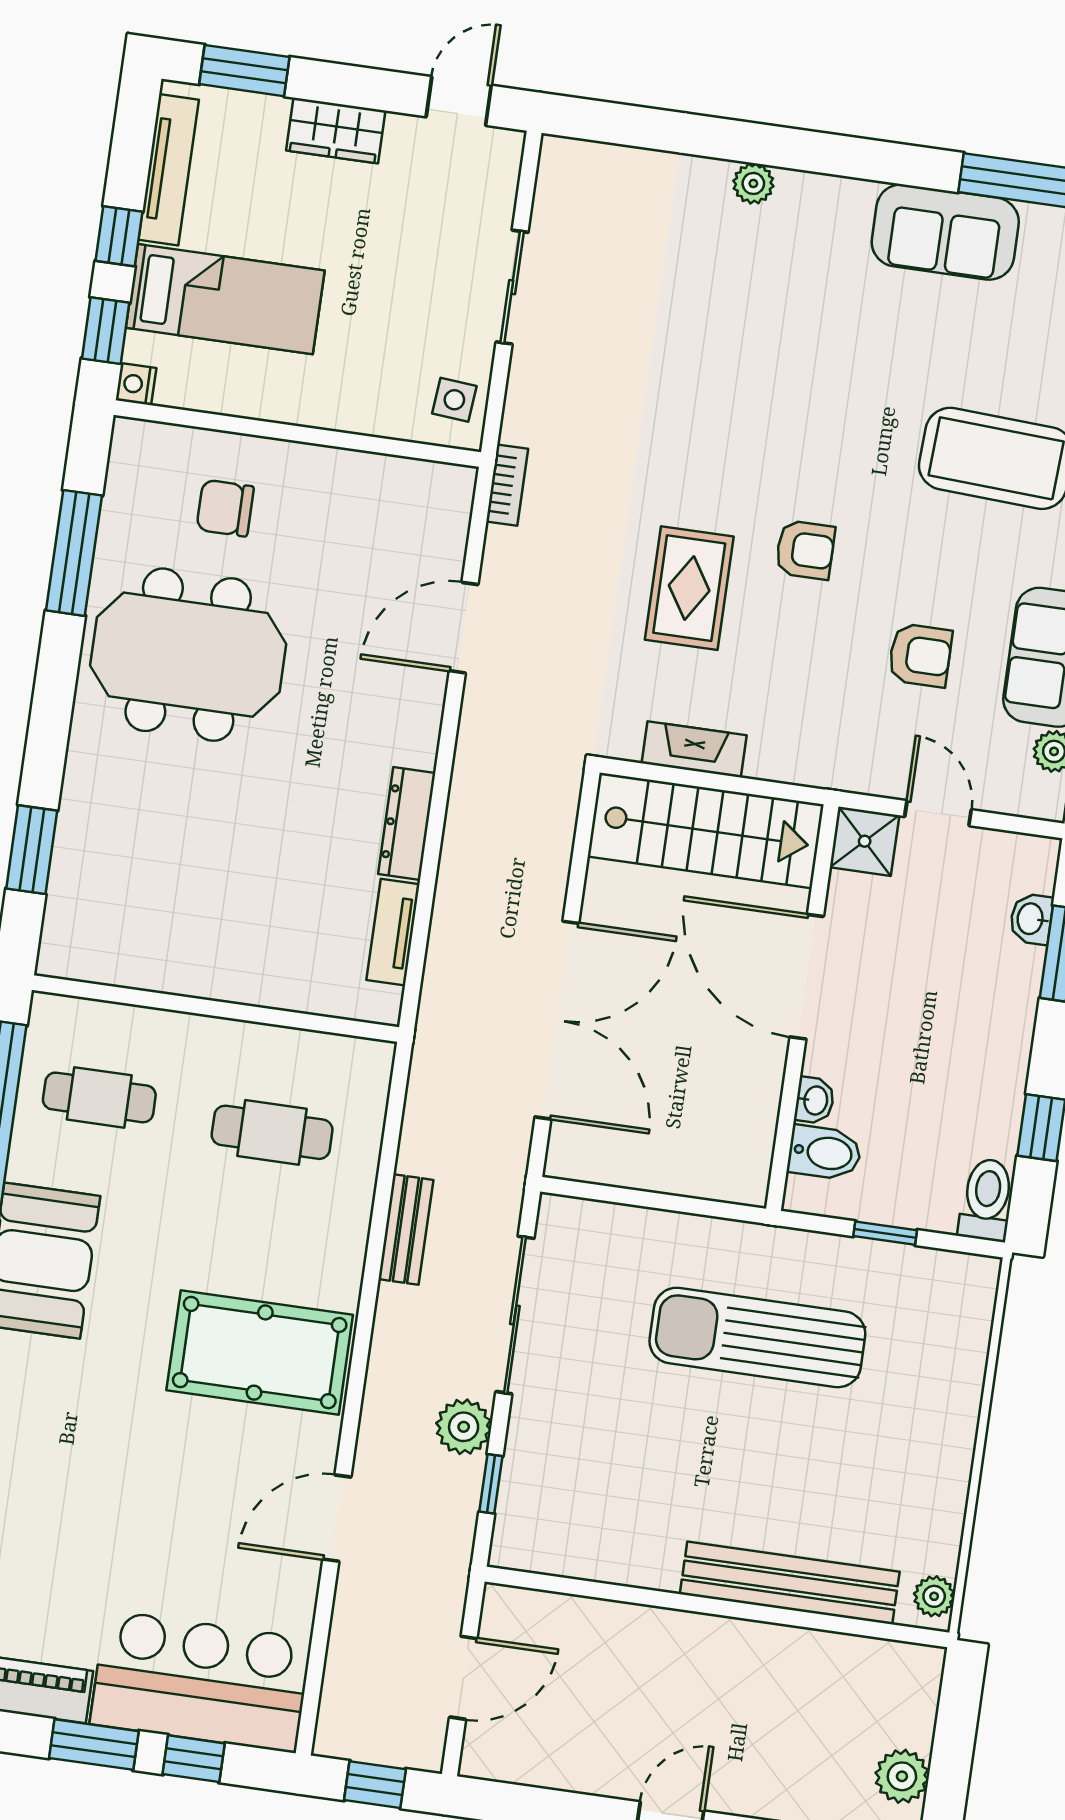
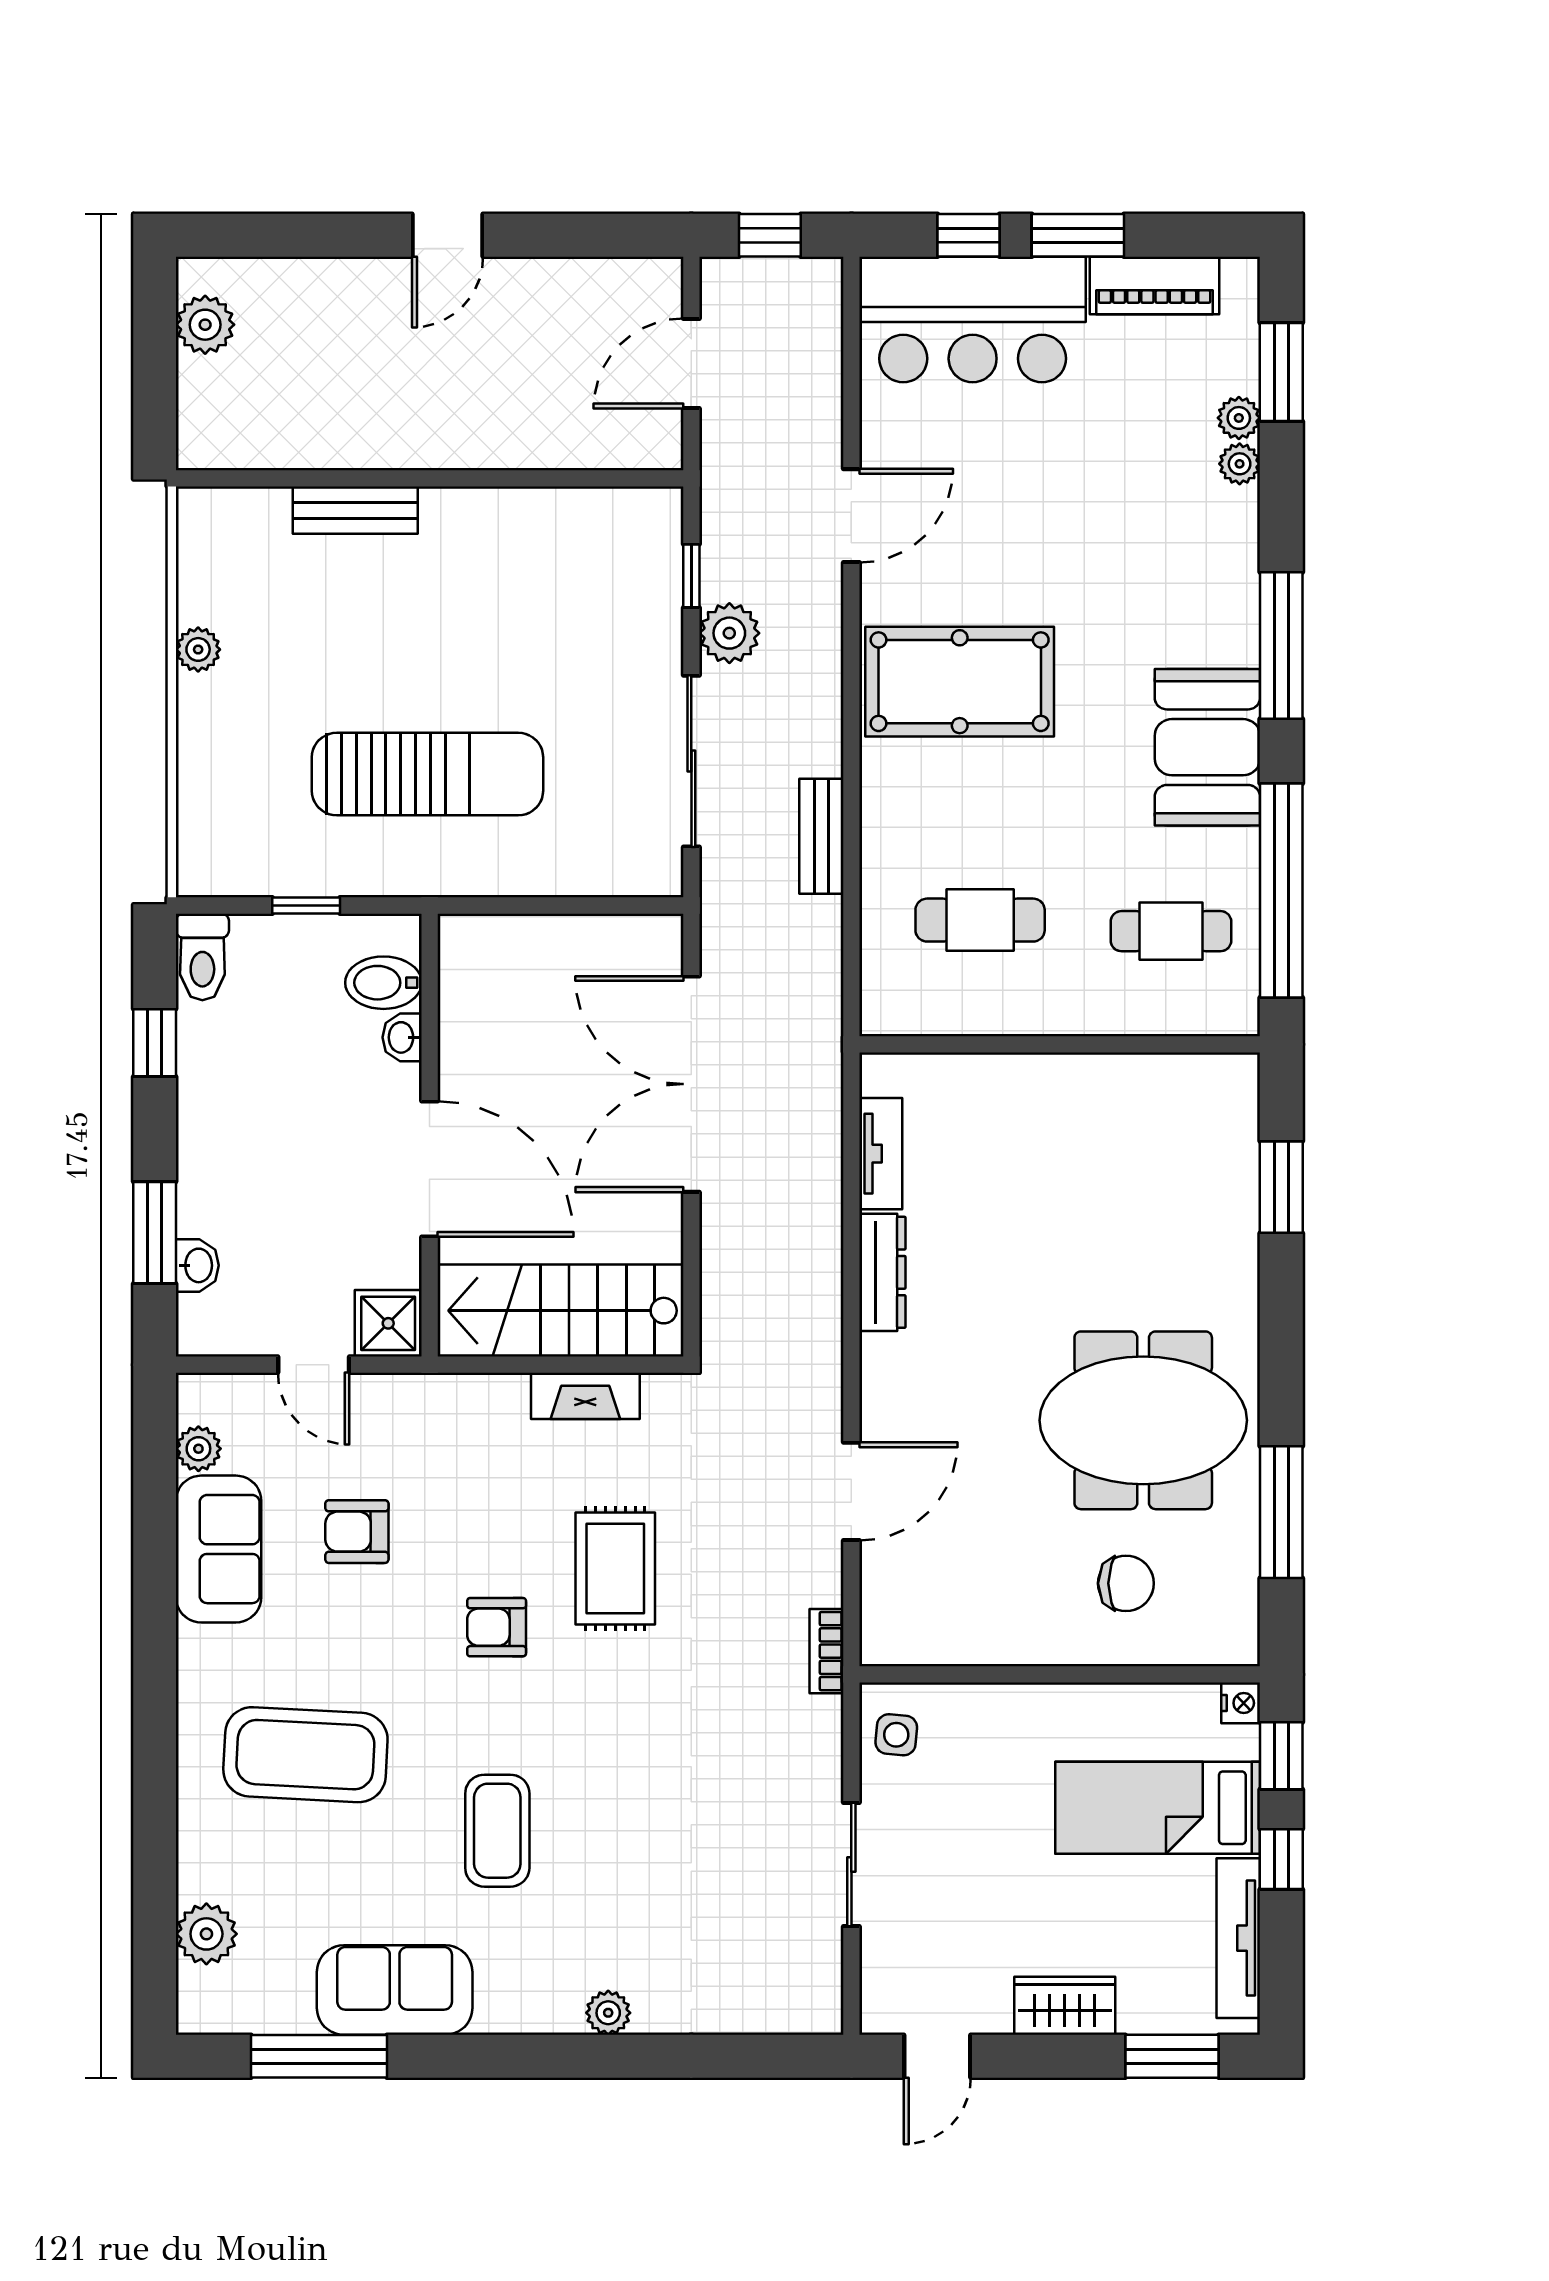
coffee table: (831, 364) -> (497, 1831), added
bench: (790, 1583) -> (355, 510), width x0.54, depth x0.82
plant: (934, 1596) -> (198, 649), moved

